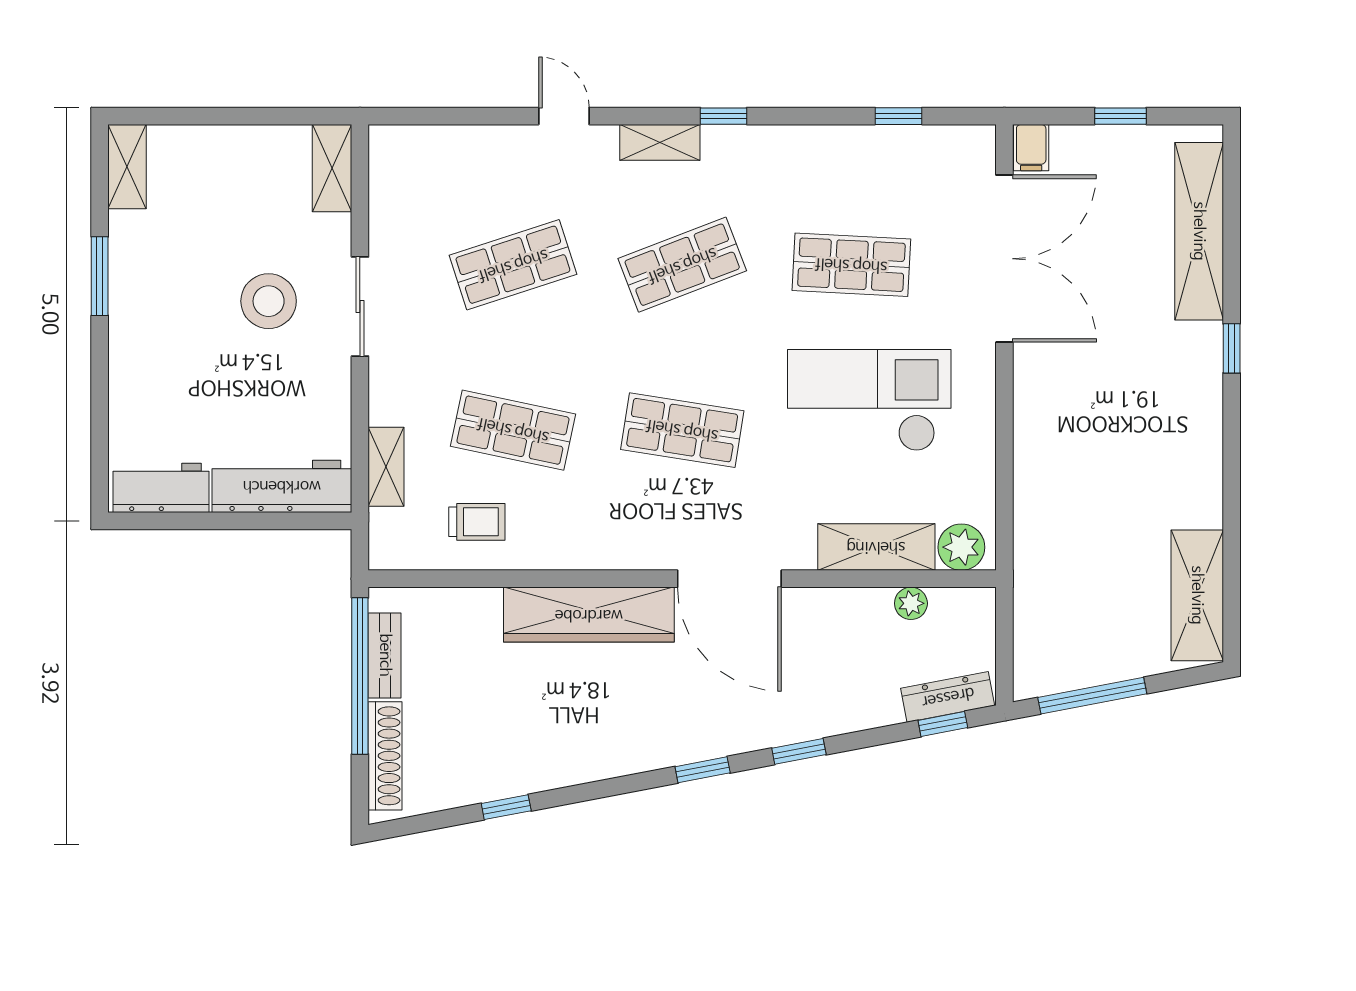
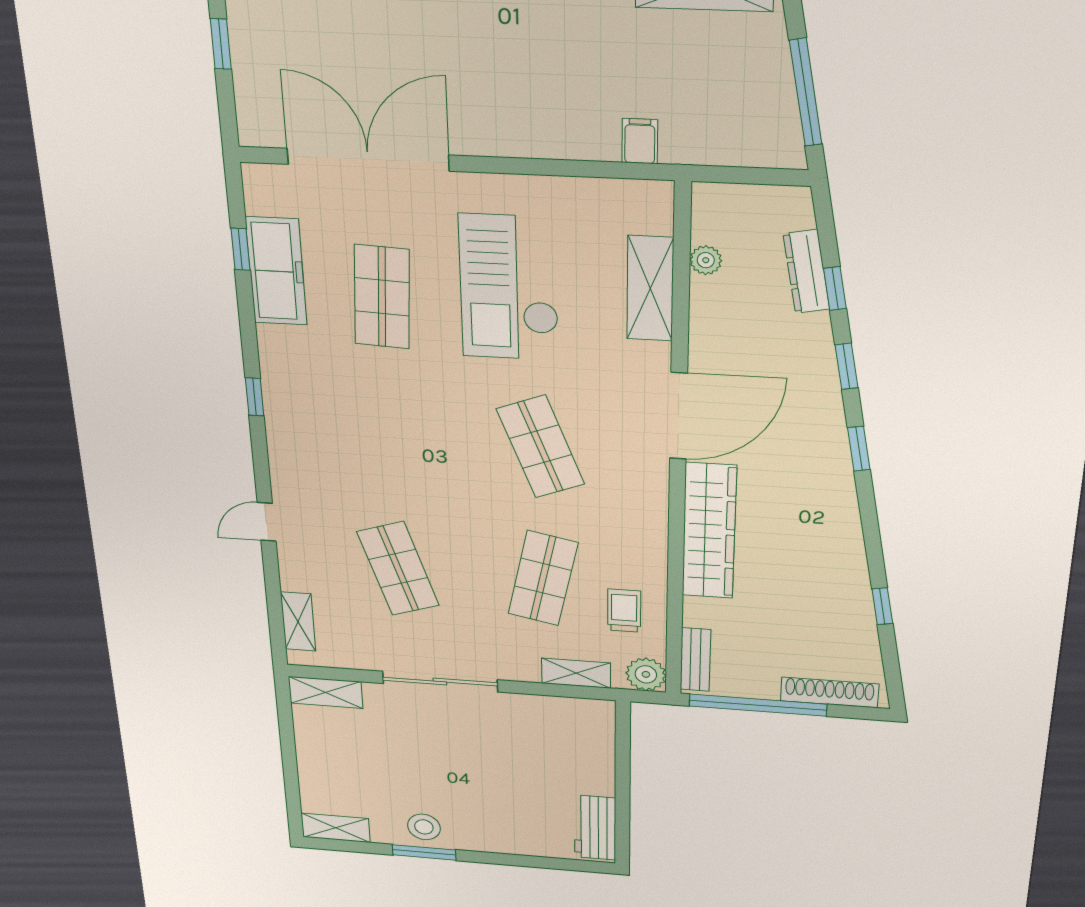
shelving: (660, 142) -> (298, 622), moved
filing cabinet: (1031, 148) -> (640, 141), moved, turned -90
freezer: (875, 153) -> (276, 271), added
shop shelf: (682, 265) -> (390, 438), removed
stool: (269, 301) -> (424, 827), moved, width x0.73, depth x0.73
sliding door: (360, 307) -> (440, 682), width x1.37
shop shelf: (682, 430) -> (540, 447), turned -30
workbench: (282, 486) -> (593, 747), removed
plant: (961, 547) -> (646, 674), moved
bench: (385, 655) -> (695, 660), moved, turned 90
dresser: (948, 697) -> (806, 272), moved
window: (943, 724) -> (835, 289), moved

